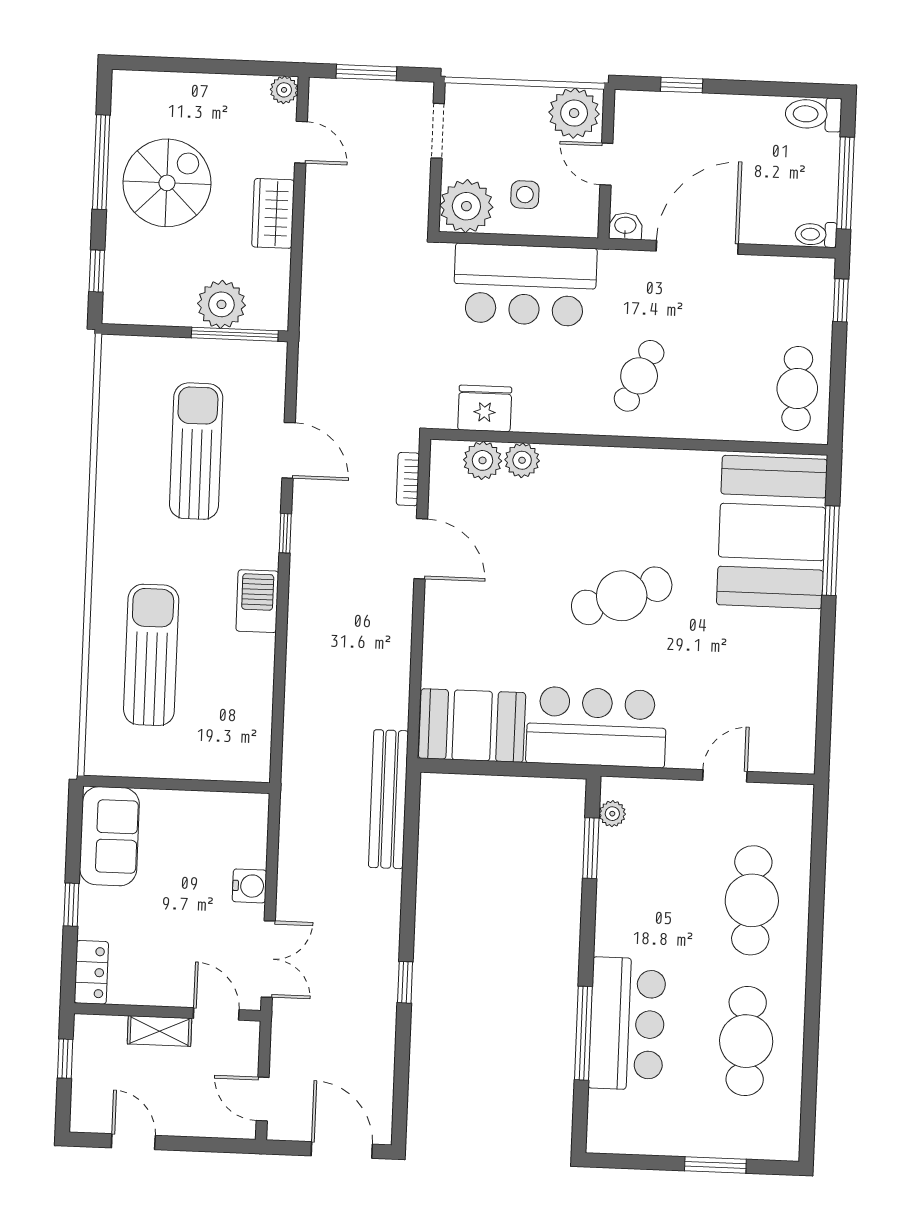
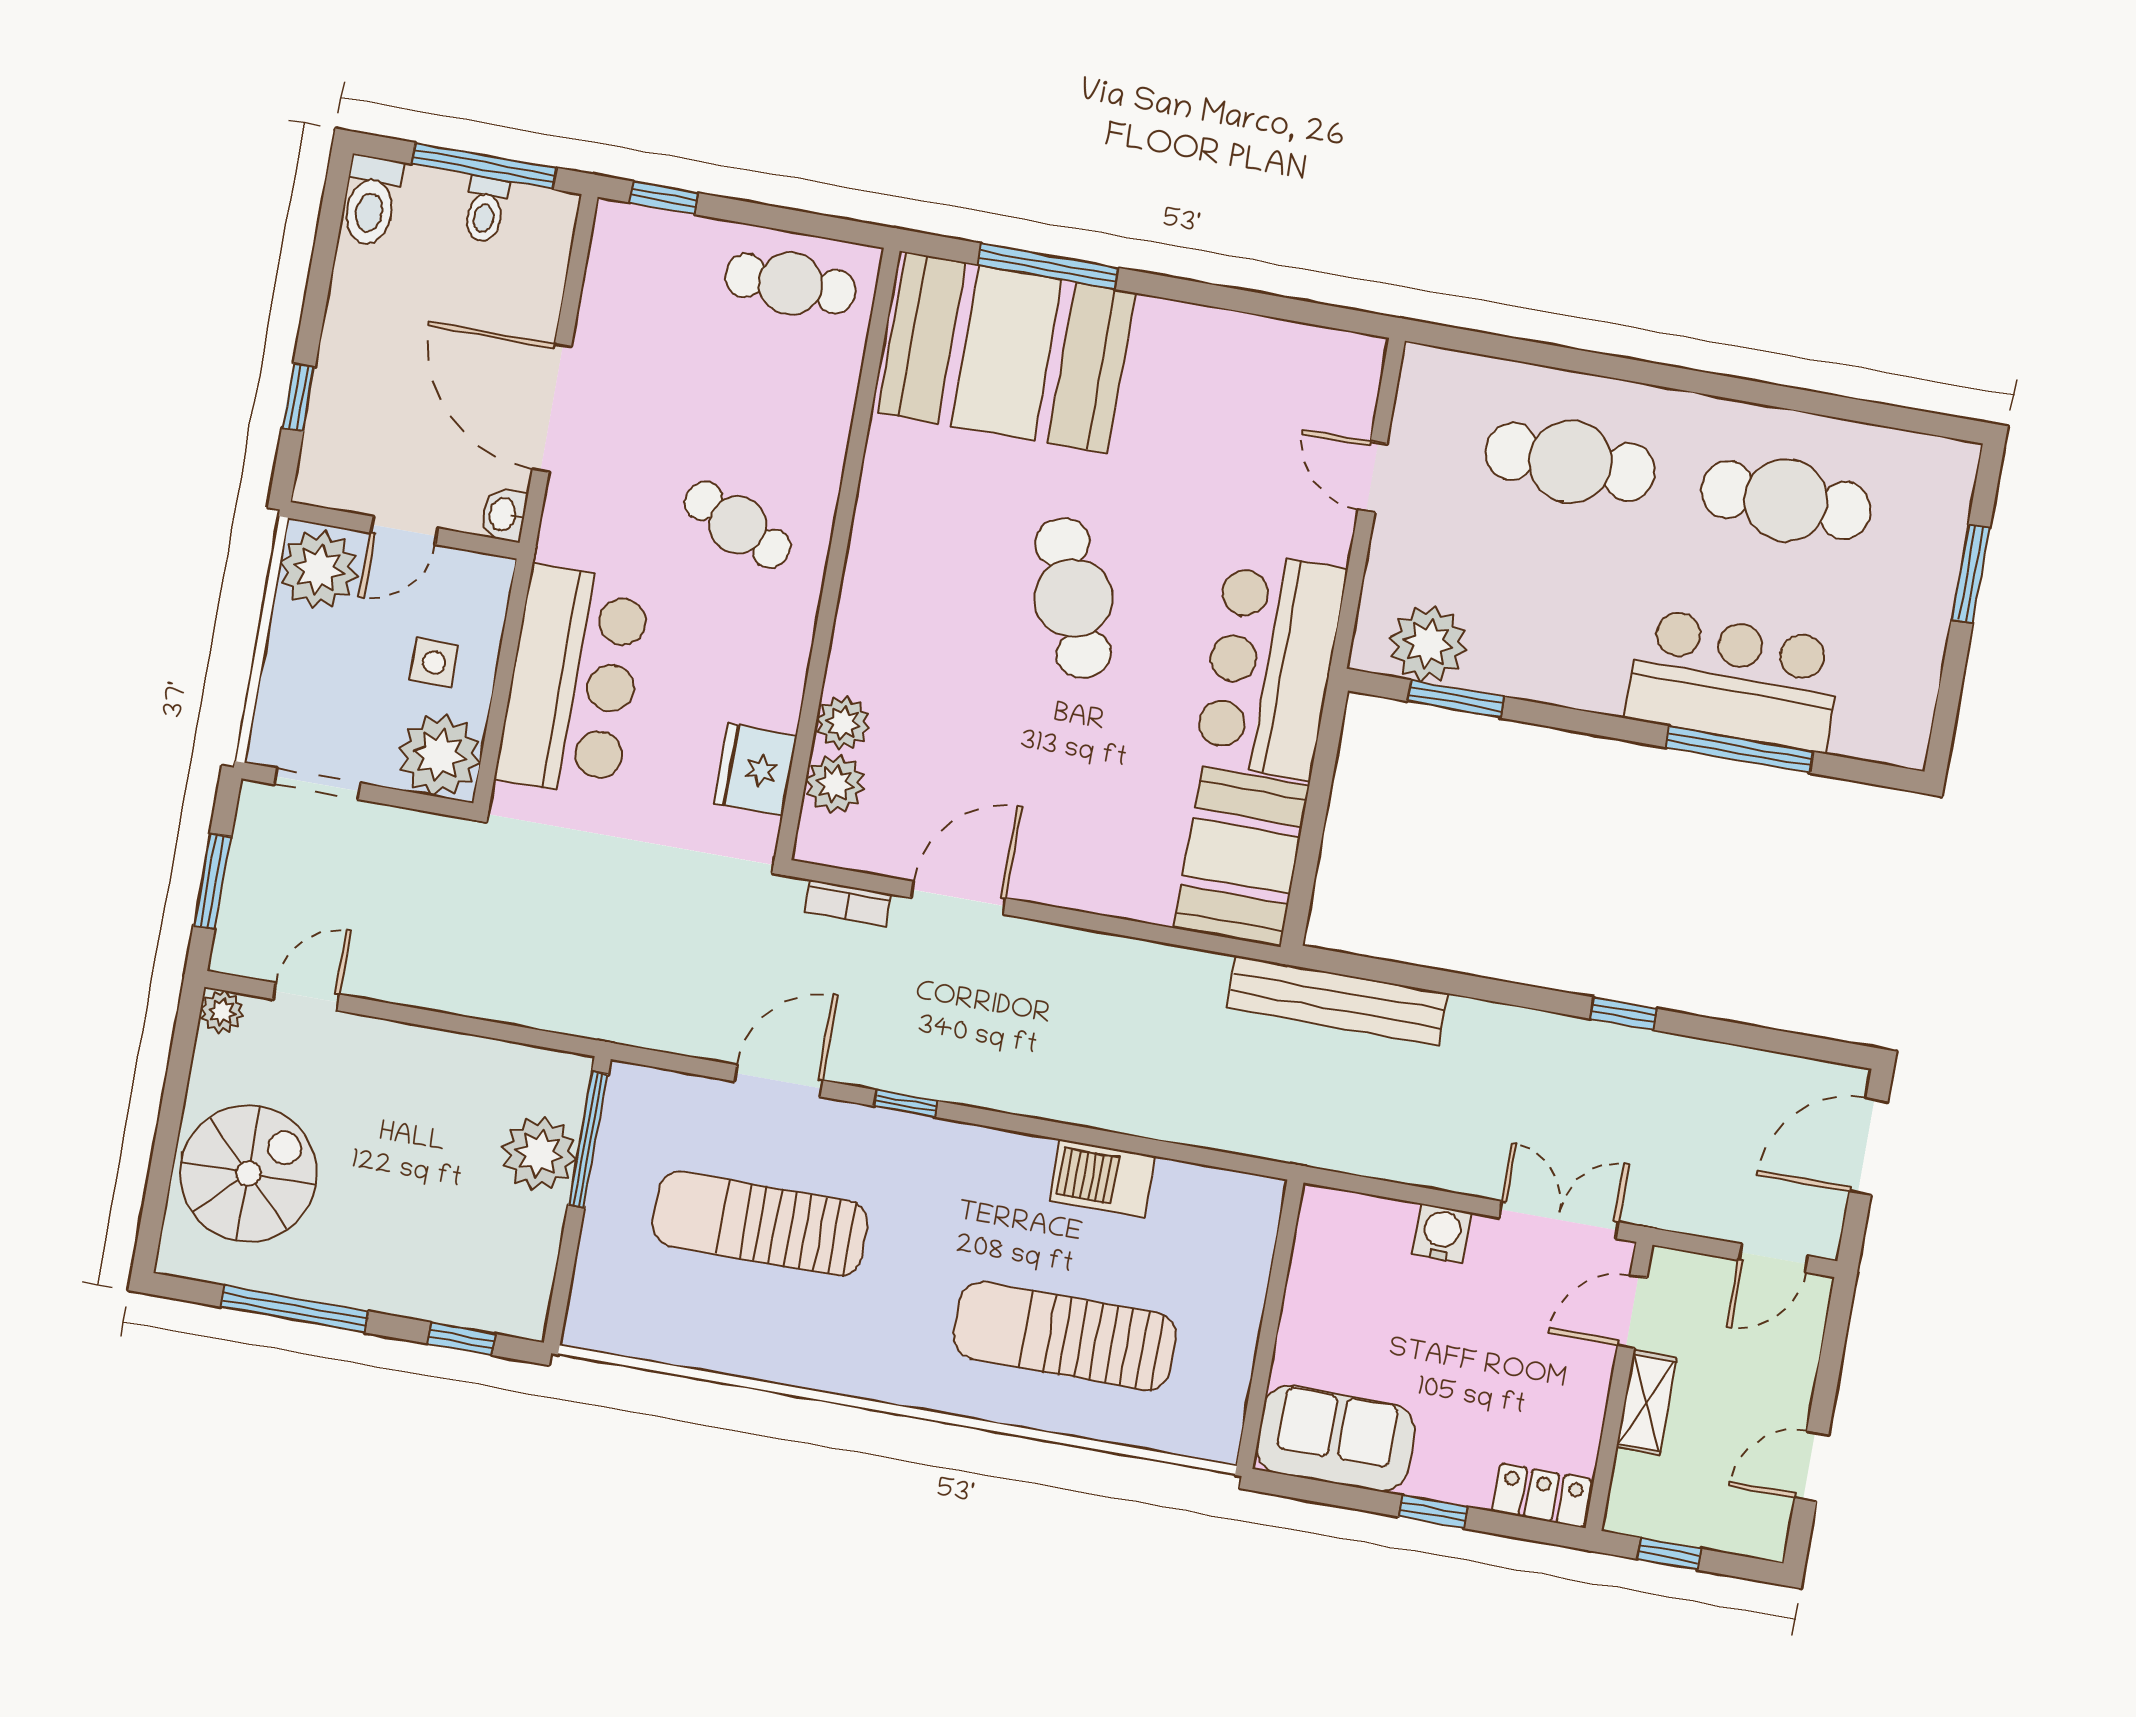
spiral stairs: (167, 183) -> (248, 1173), moved, turned 90
wardrobe: (273, 213) -> (410, 1055), removed
toilet: (816, 234) -> (485, 209), moved
barbecue: (257, 601) -> (1102, 1178), moved
plant: (612, 814) -> (1428, 644), width x1.87, depth x1.87

